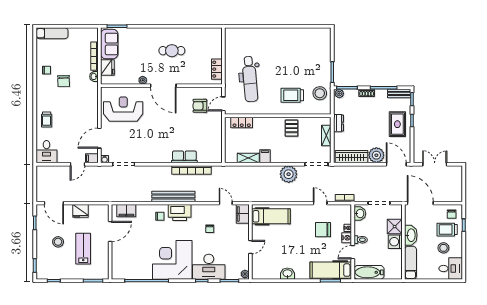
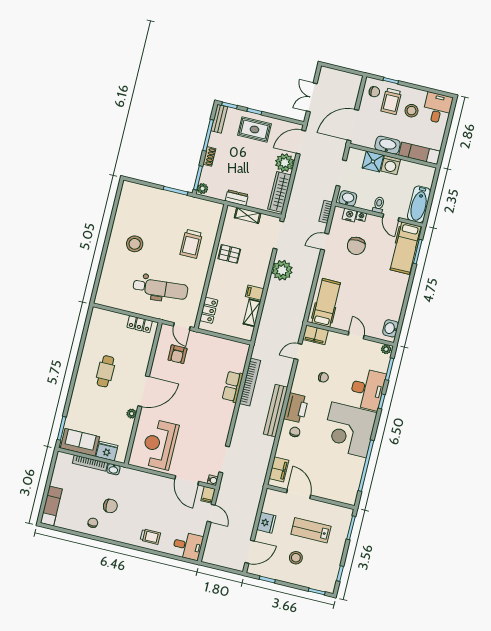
stool: (320, 93) -> (135, 244), moved
nightstand: (347, 238) -> (349, 215), moved
washbasin: (287, 274) -> (391, 328), moved

